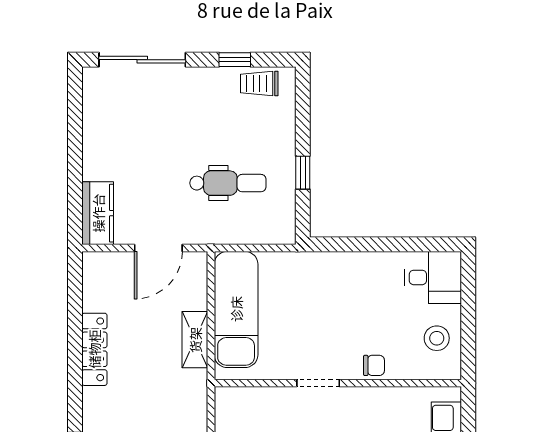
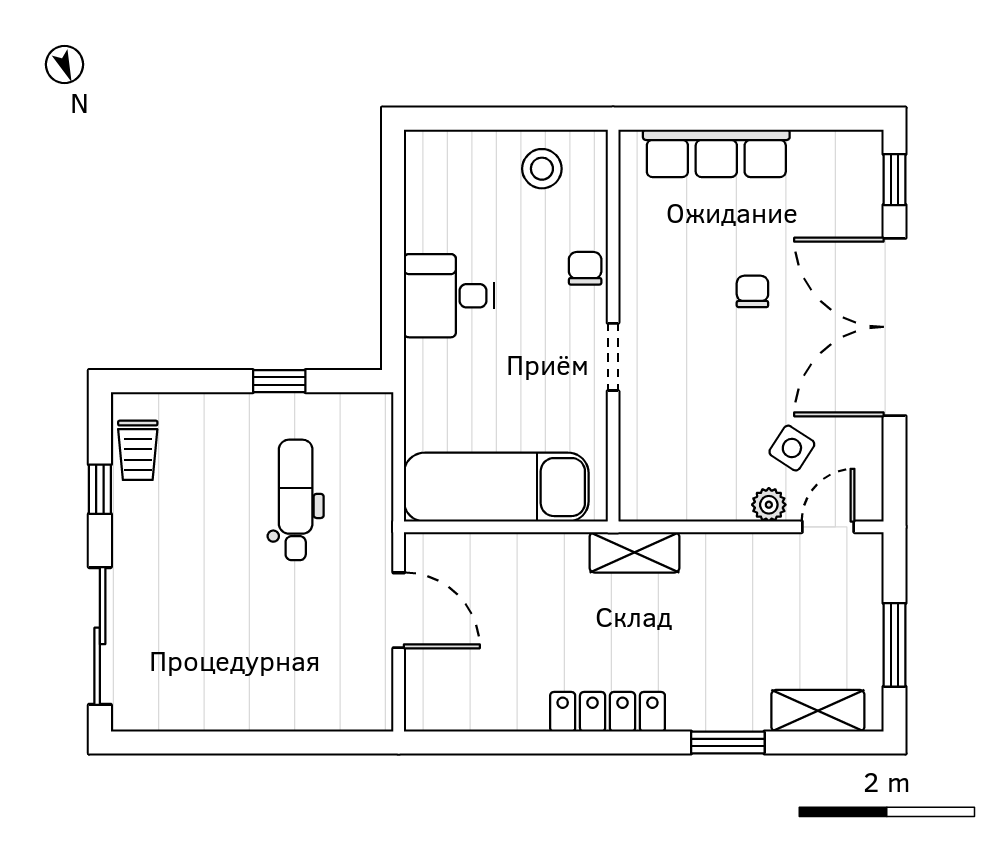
kitchen counter: (98, 213) -> (343, 707), removed
desk: (433, 277) -> (449, 296), moved, turned -90
shelving: (195, 340) -> (634, 552), moved
locker: (94, 349) -> (608, 712), moved

